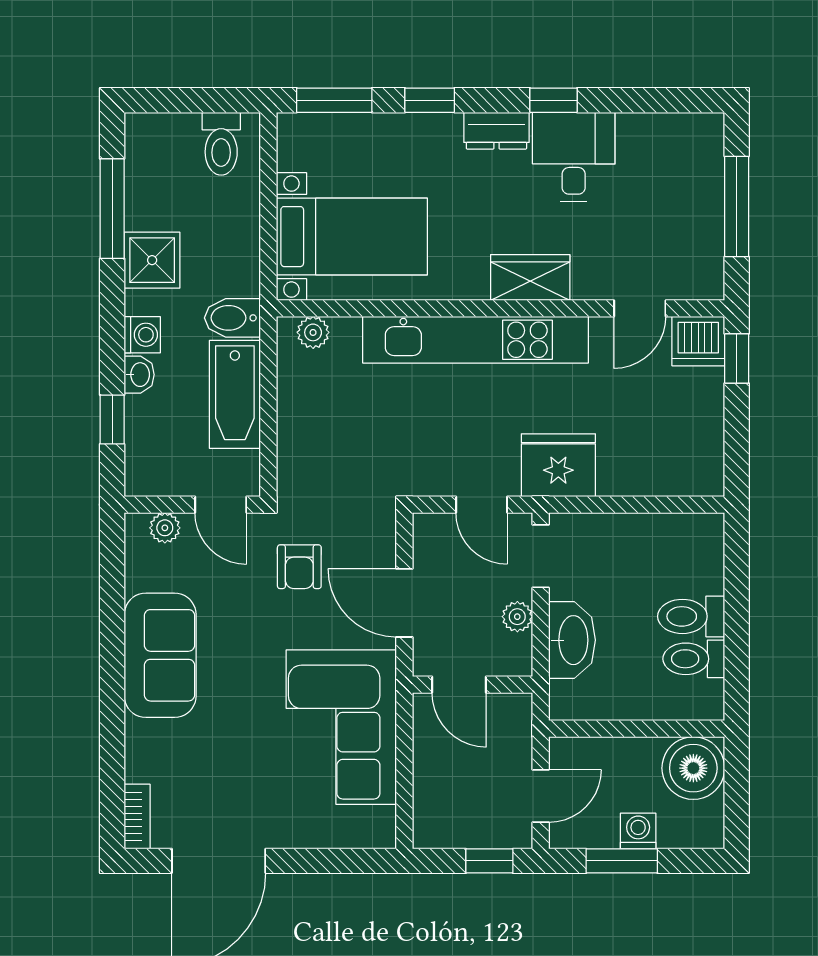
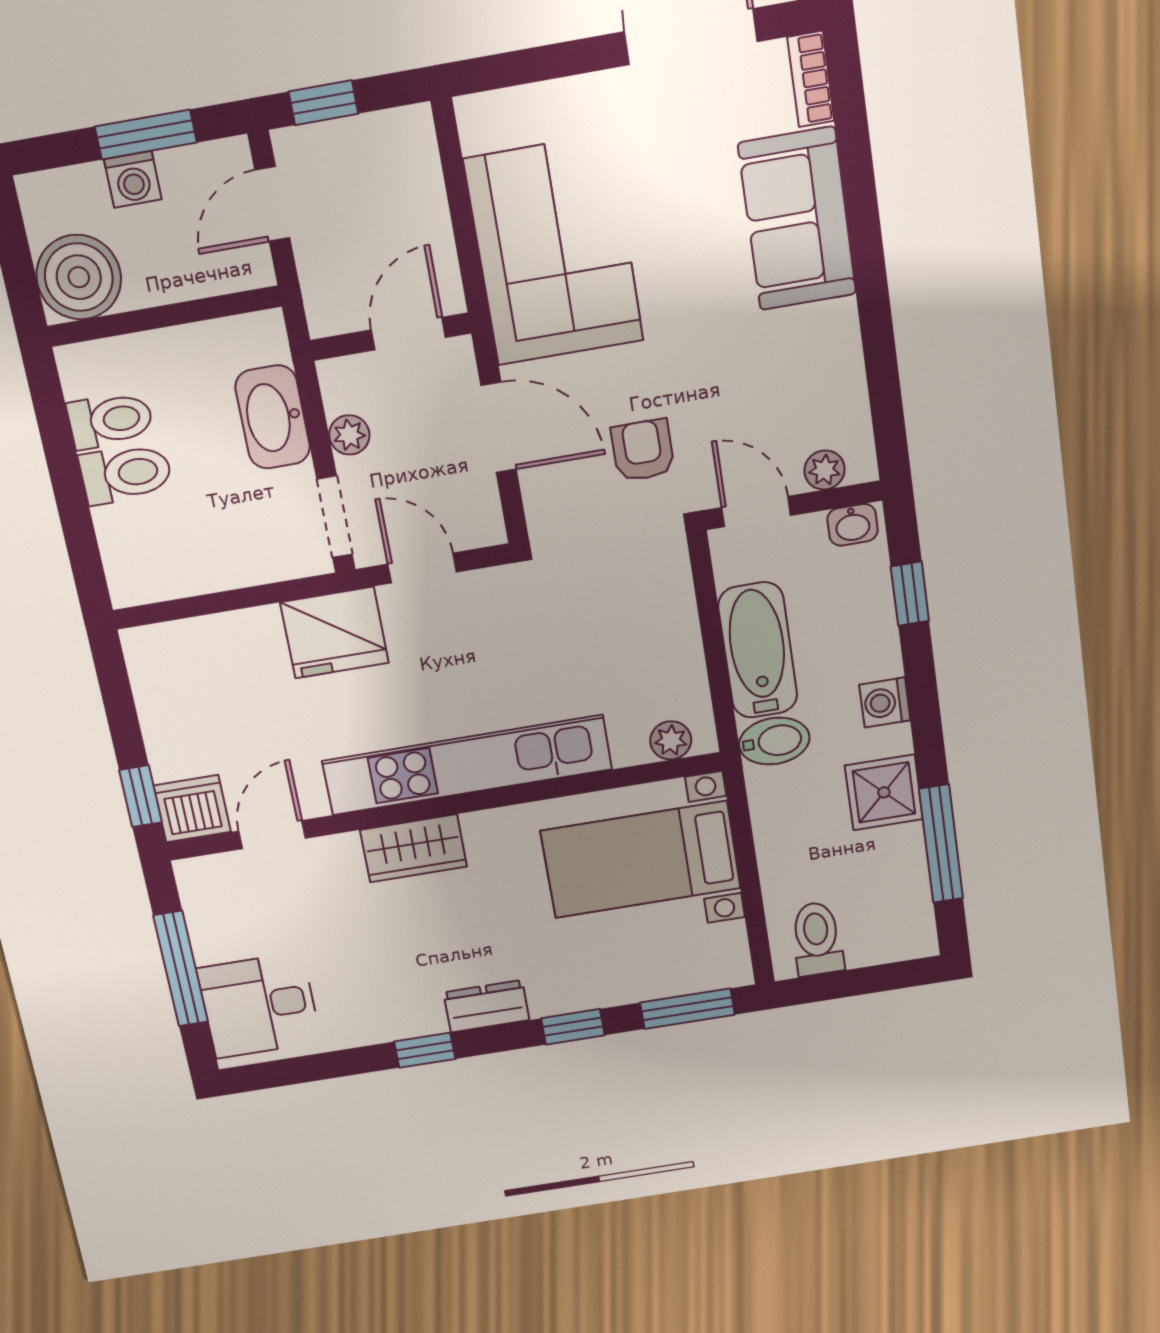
desk: (574, 157) -> (259, 1005), moved, turned 90
washbasin: (139, 375) -> (853, 525), moved, turned -90
sofa: (160, 655) -> (797, 219), moved
door: (459, 685) -> (408, 334), hinge flipped

